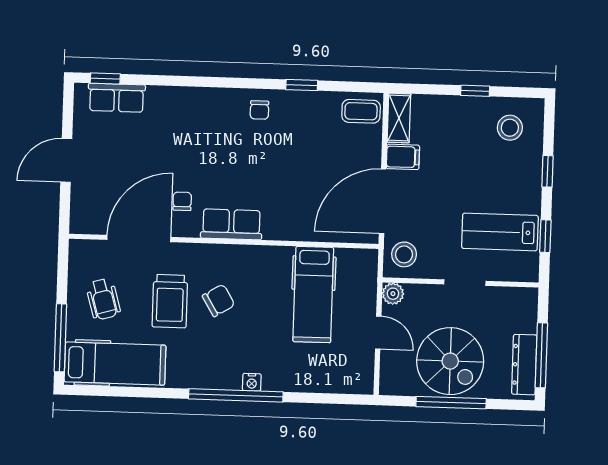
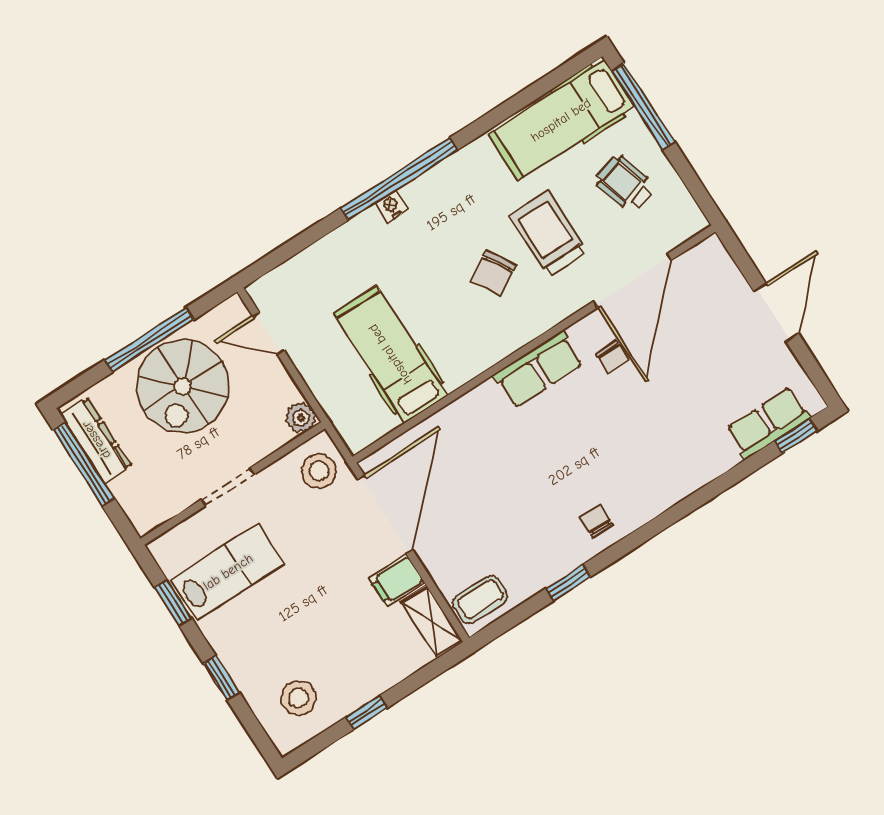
door: (378, 333) -> (268, 333), moved
spiral stairs: (450, 361) -> (183, 386), turned -90

